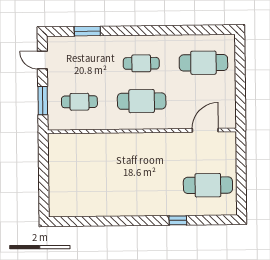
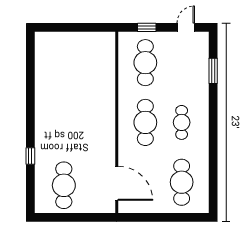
window: (43, 101) -> (147, 27), width x0.67
cafe table: (79, 102) -> (145, 63), width x1.37, depth x1.35
door: (205, 130) -> (117, 183), width x1.36

